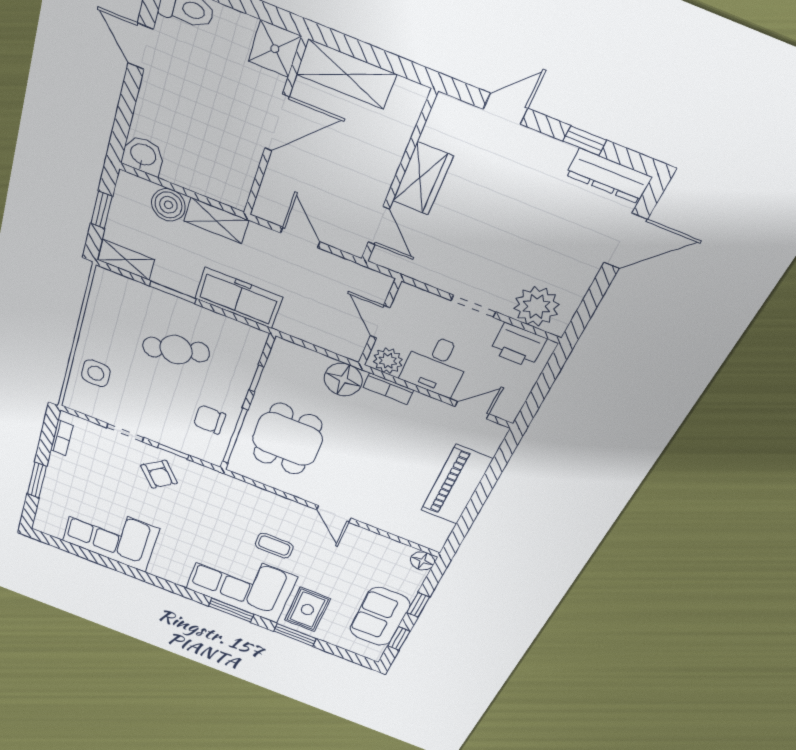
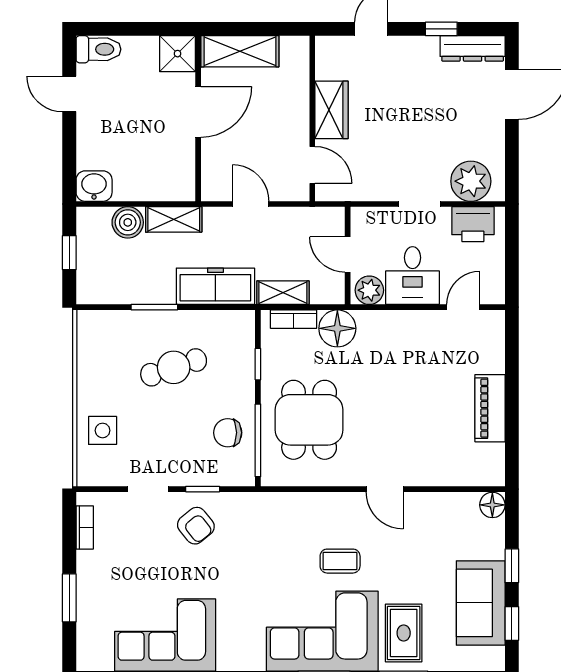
shelving: (126, 260) -> (283, 293), moved
bookcase: (388, 389) -> (294, 319), moved
piano: (456, 485) -> (490, 408), width x0.73, depth x0.75

